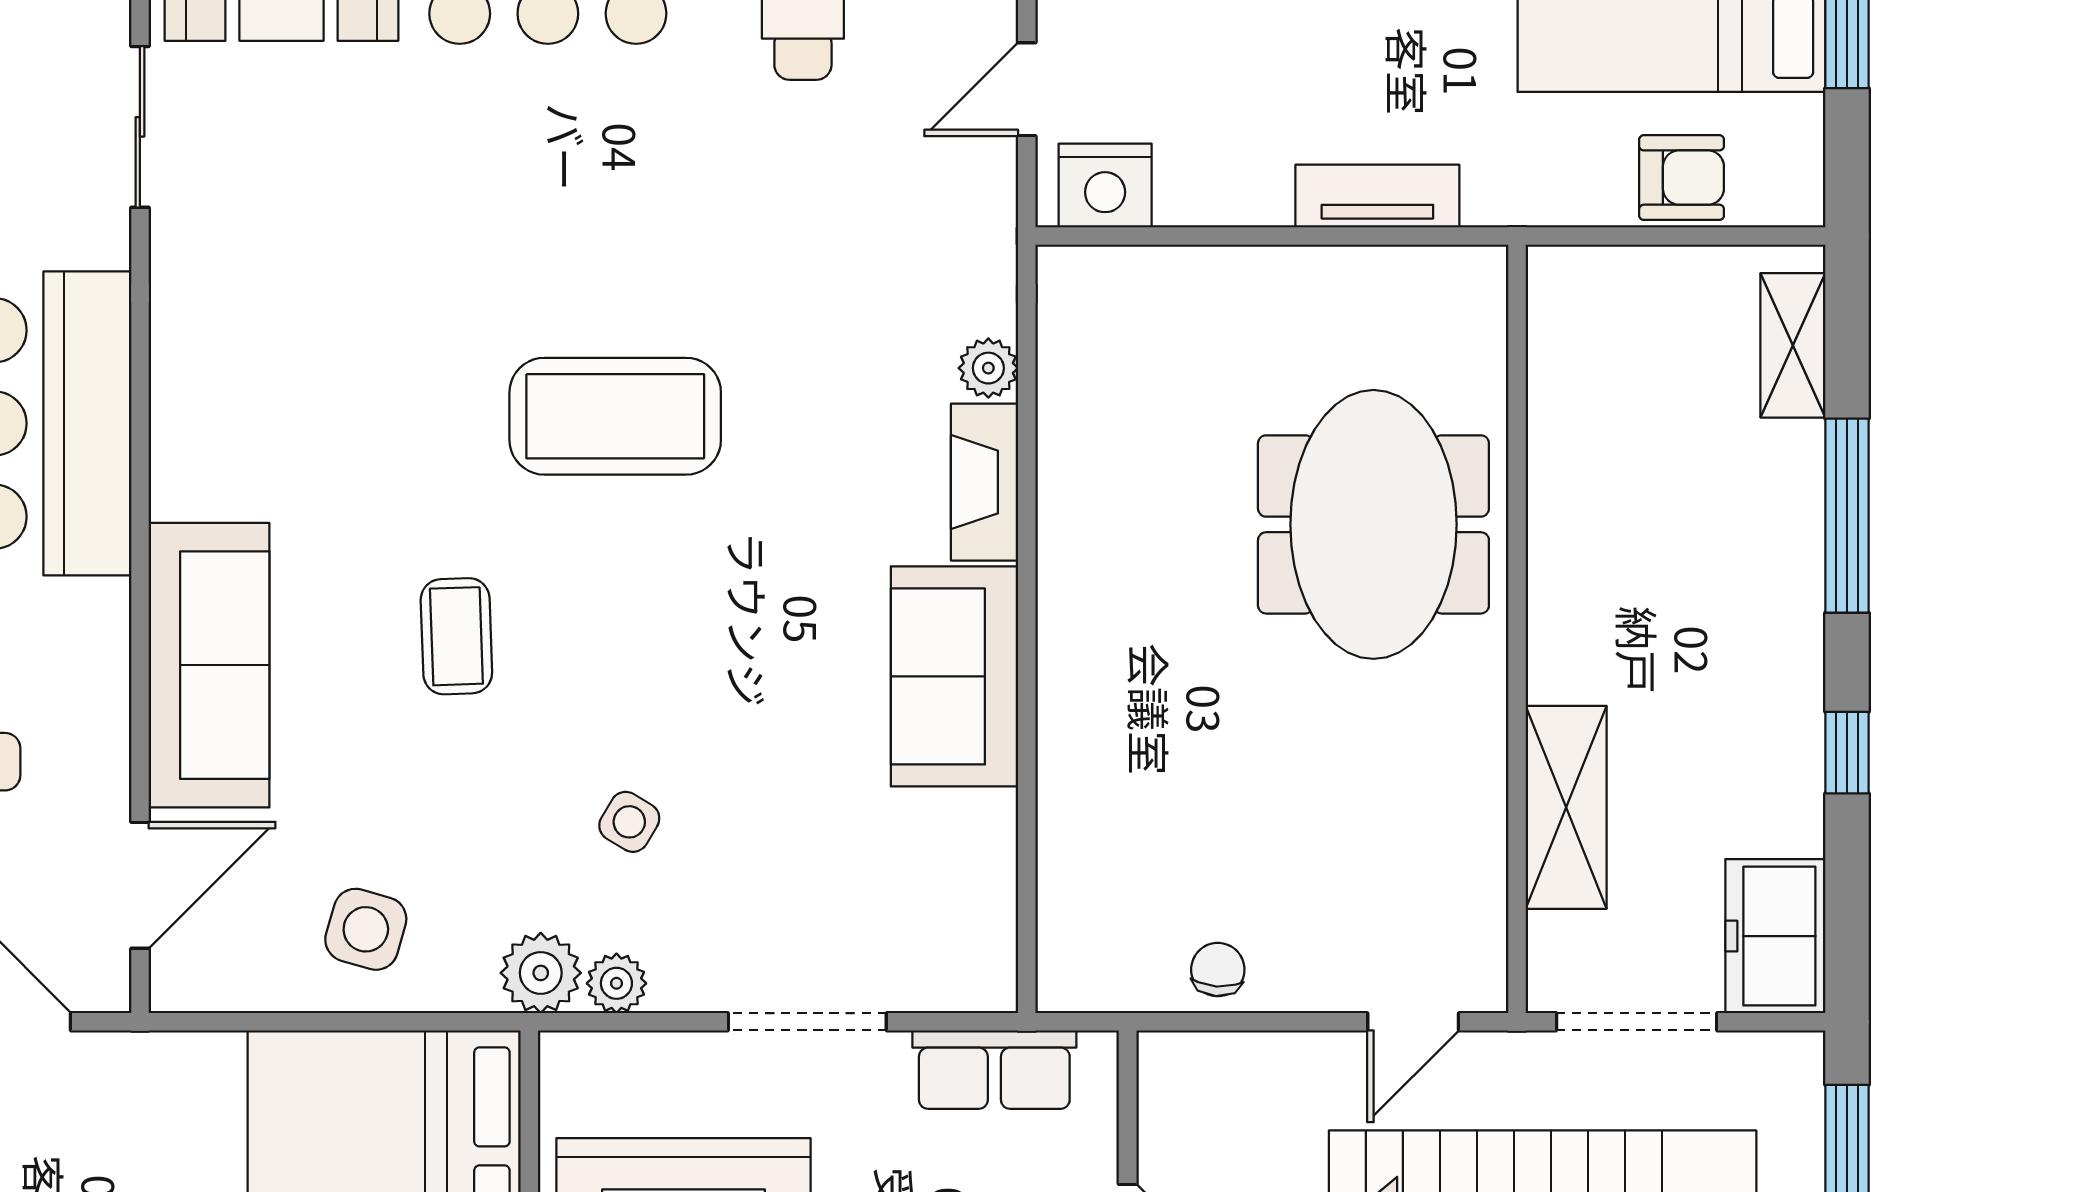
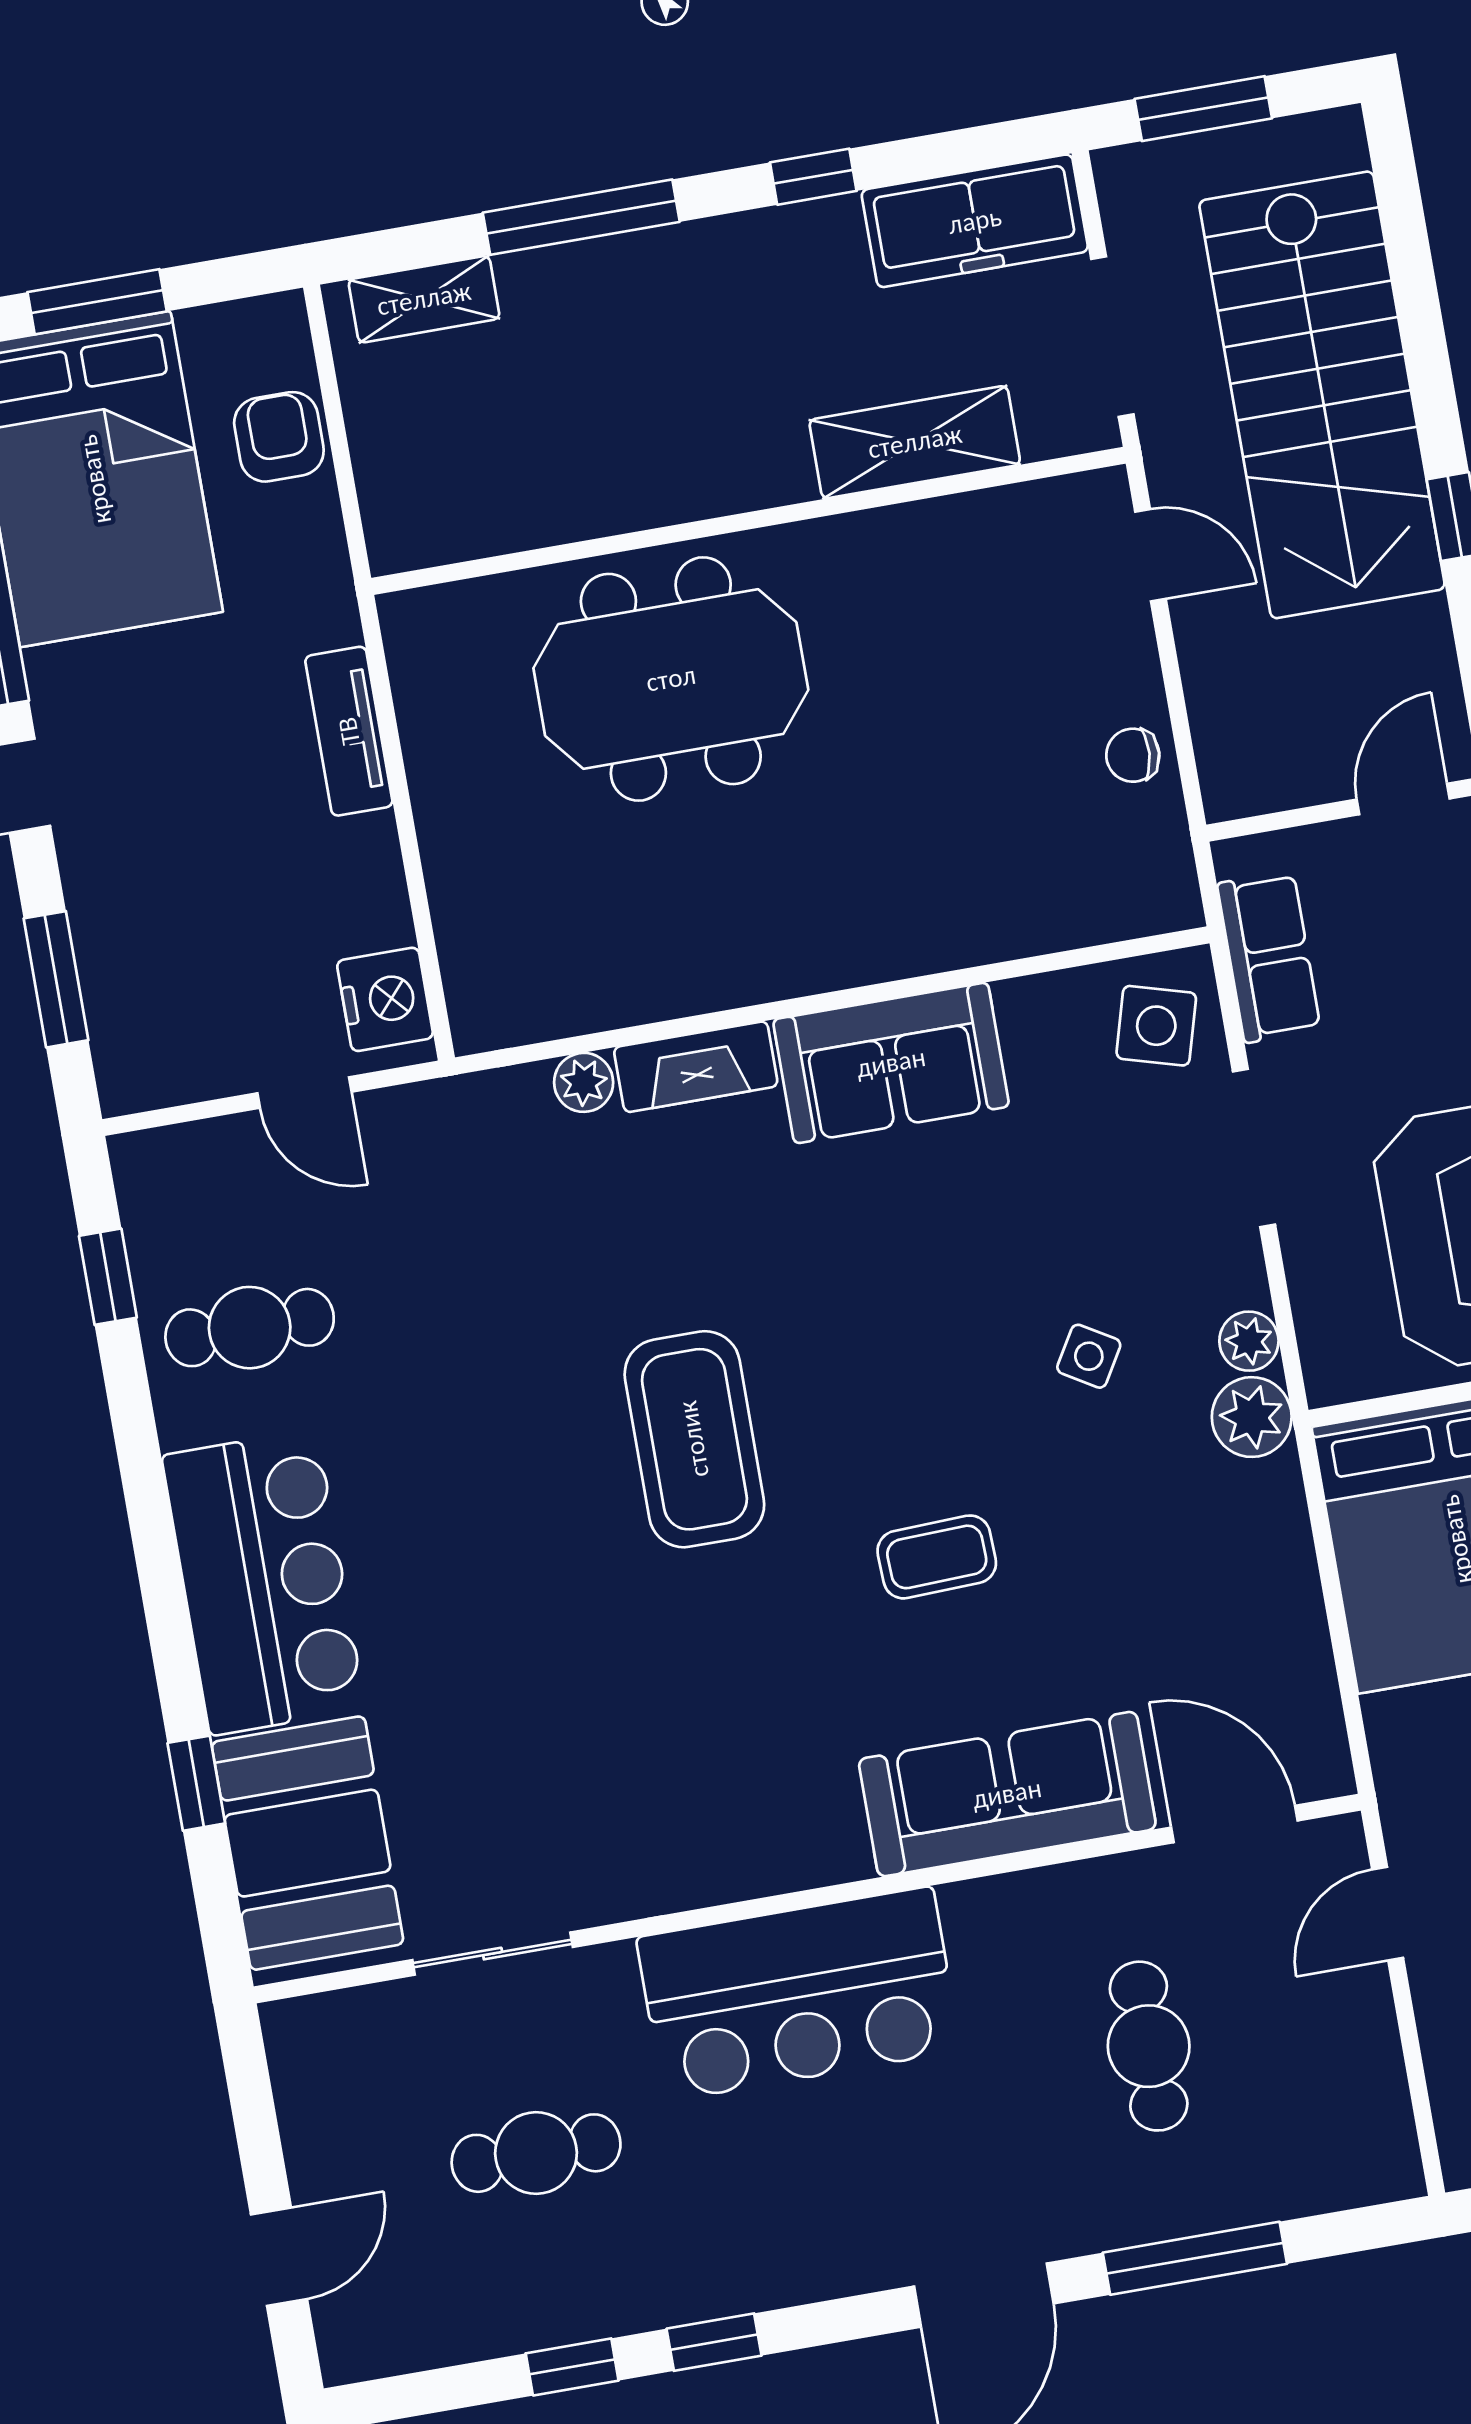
side table: (366, 929) -> (1156, 1026), moved
freezer: (1775, 936) -> (975, 221), width x1.40

